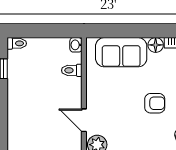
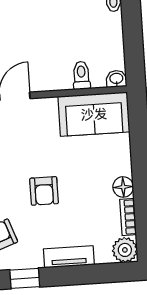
sofa: (121, 52) -> (94, 114), moved, turned -90

